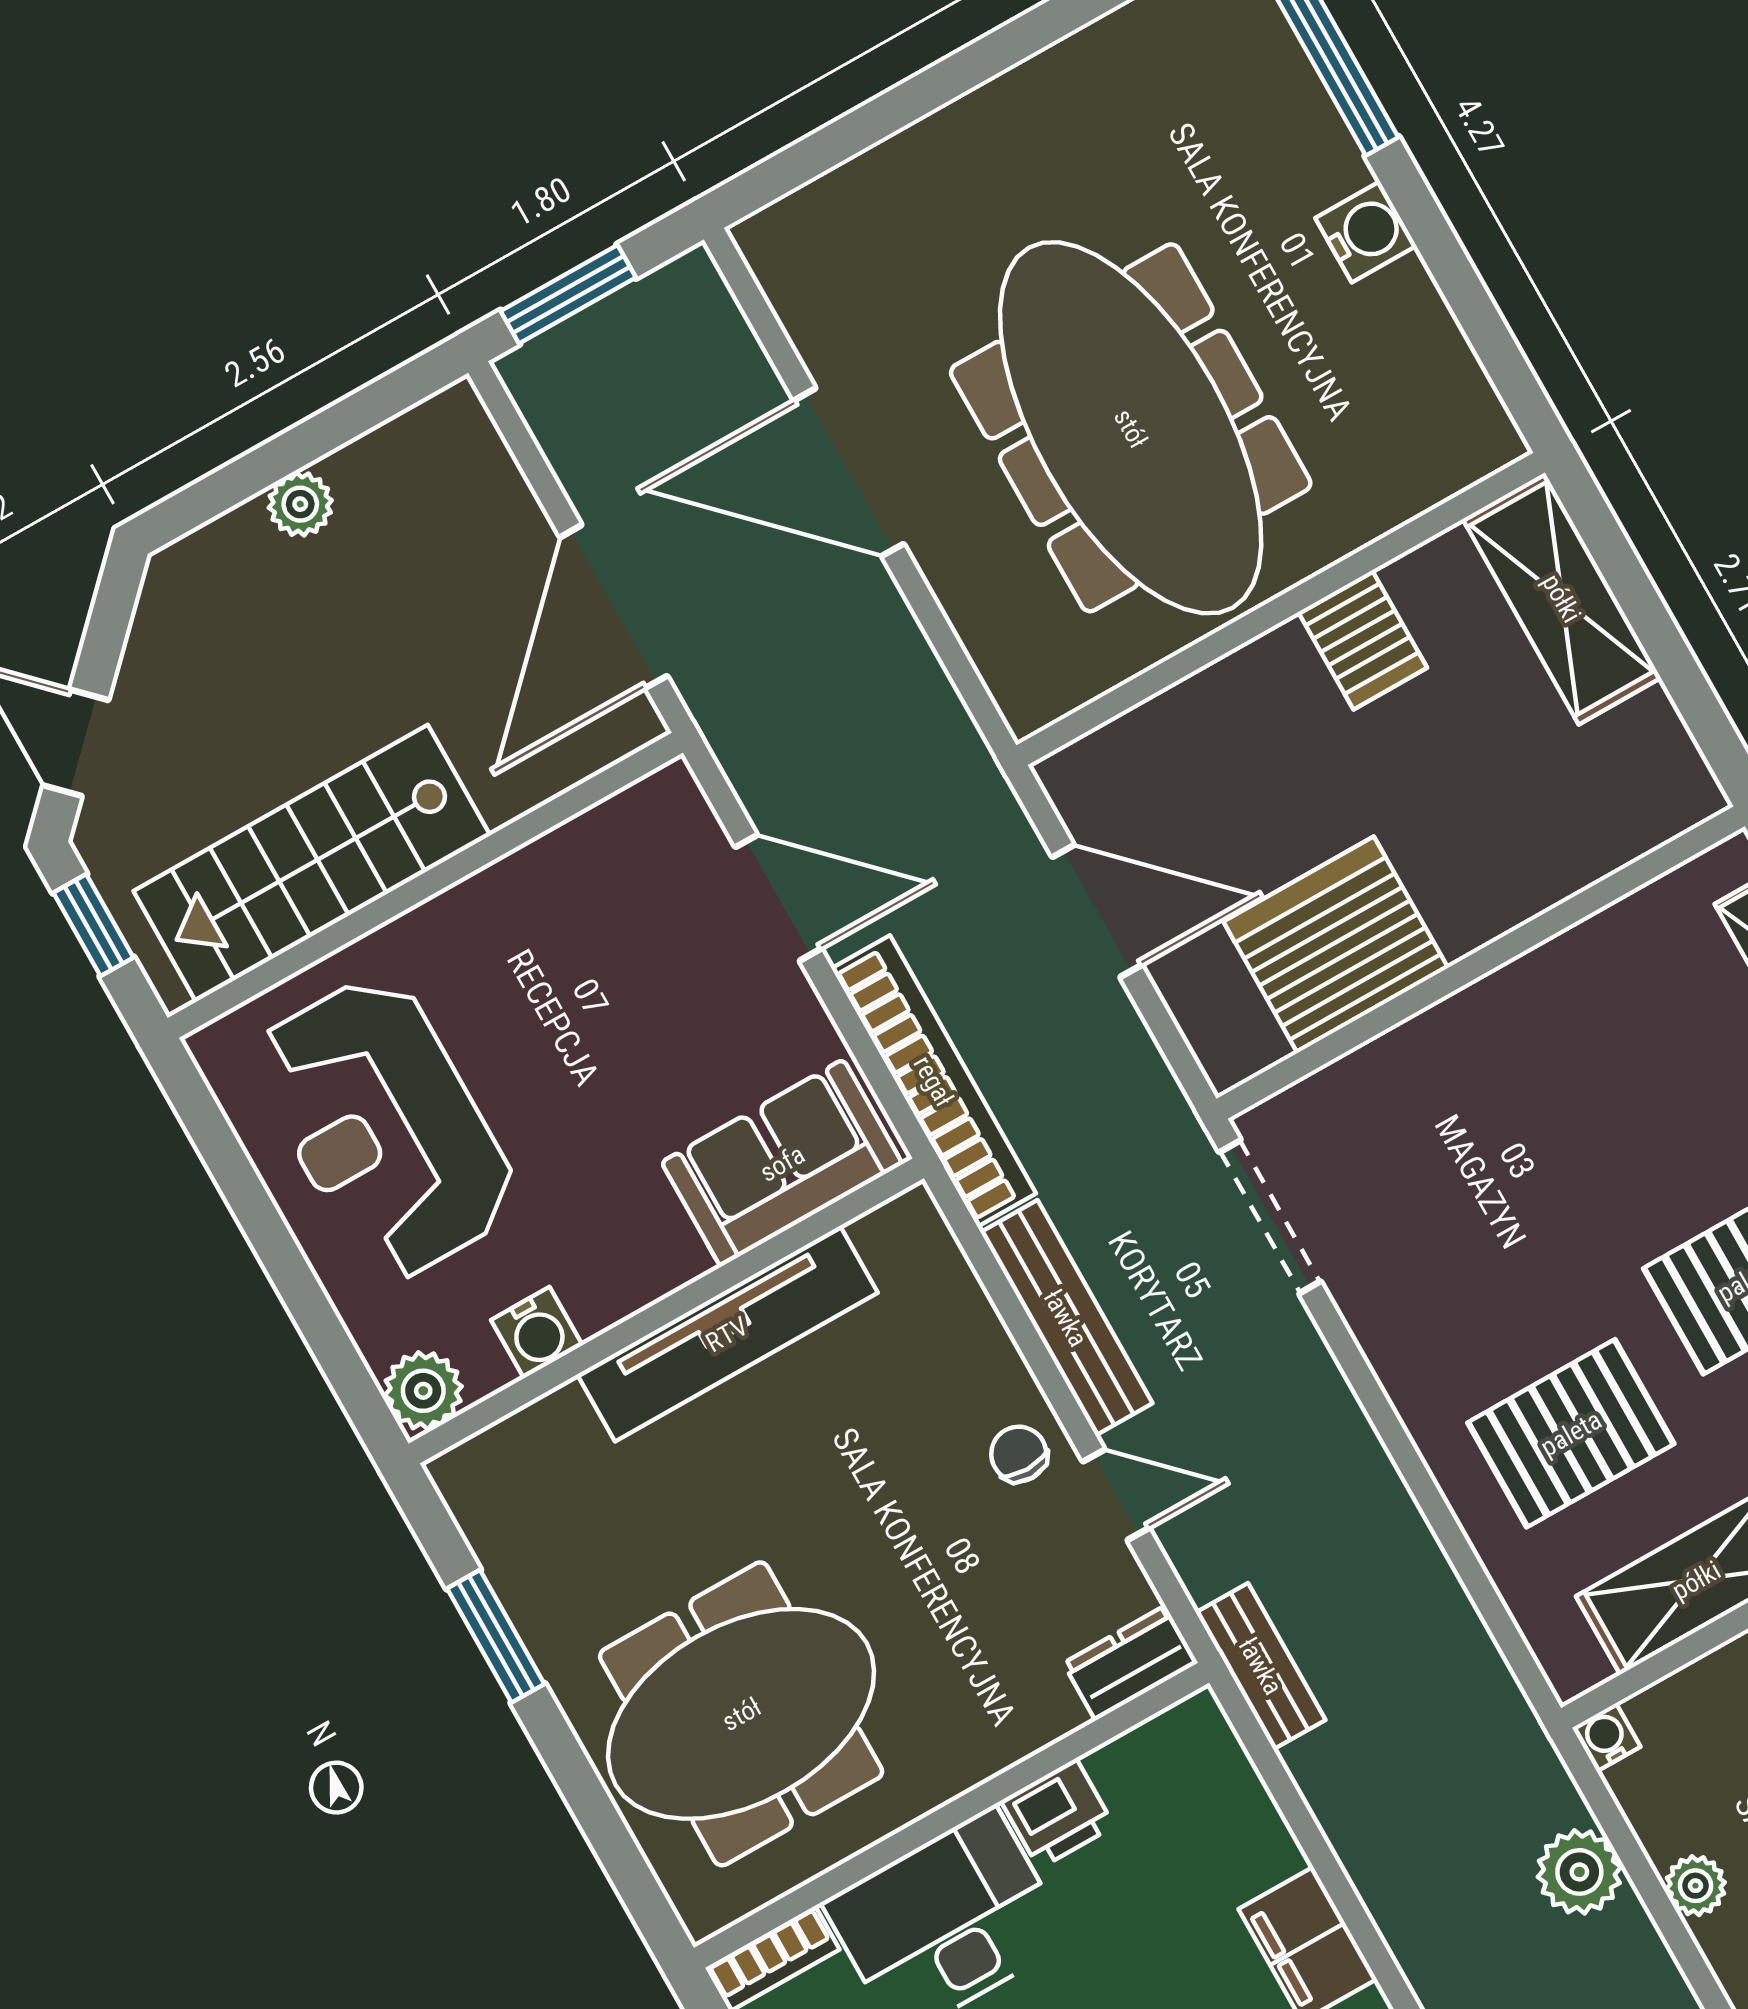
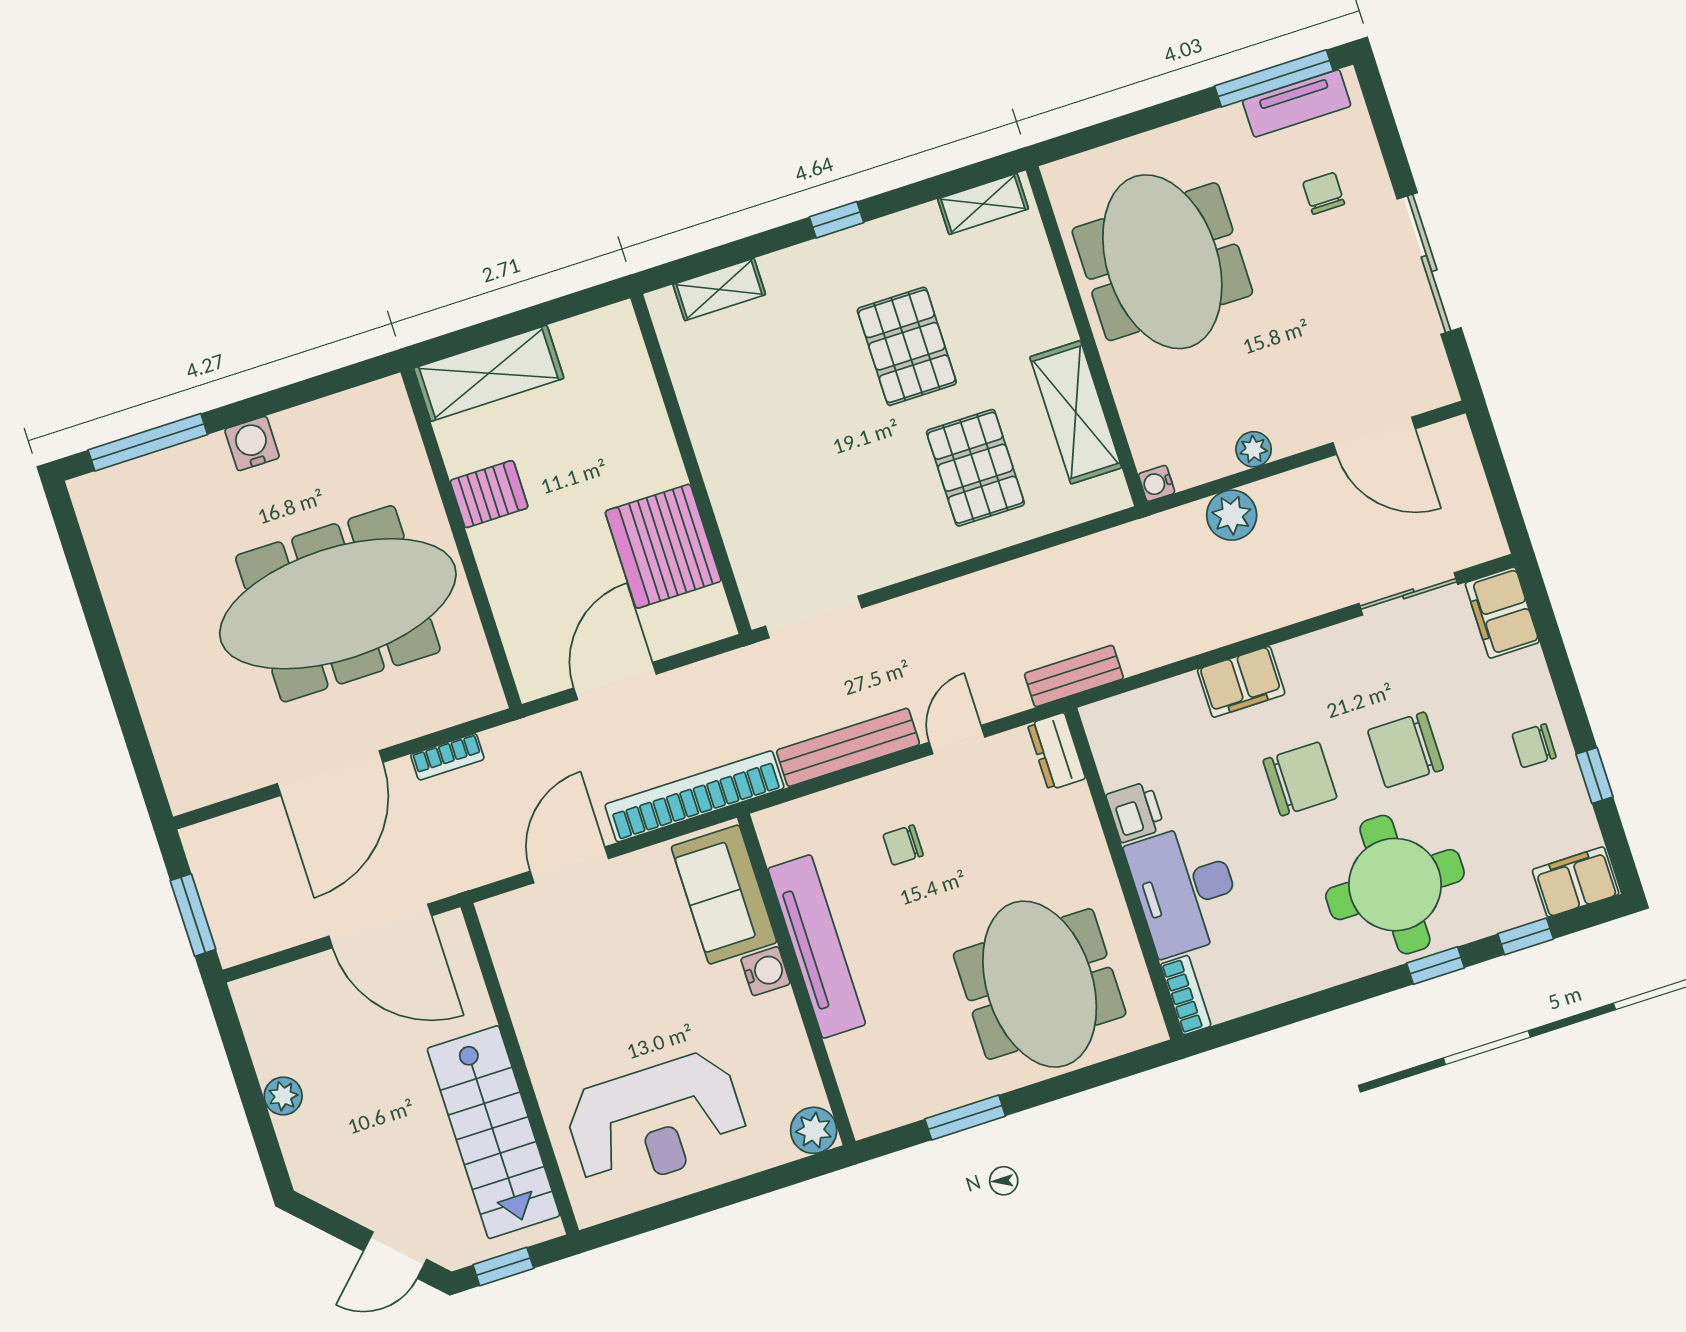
bookcase: (915, 660) -> (447, 757), added
water cooler: (537, 1333) -> (766, 971), moved
chair: (1019, 1454) -> (903, 845), moved

